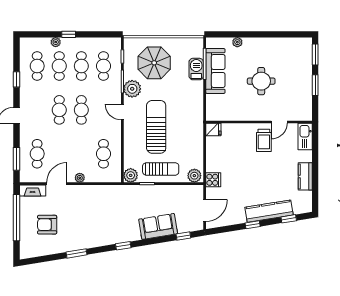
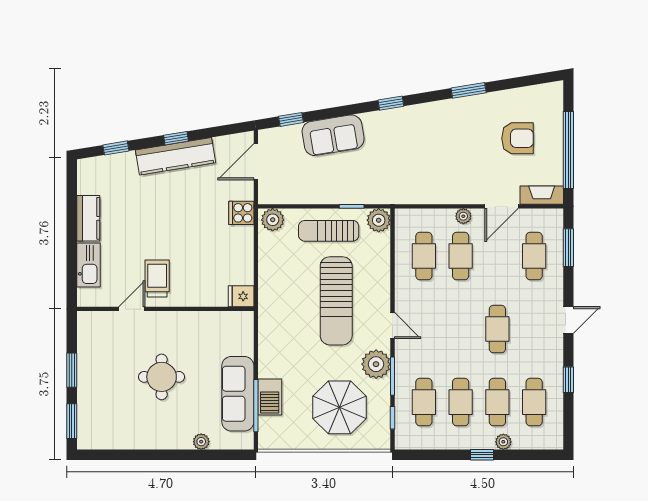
cafe table: (81, 110) -> (461, 256), moved
kitchen sink: (305, 137) -> (88, 265), moved
kitchen counter: (269, 211) -> (175, 156), moved

